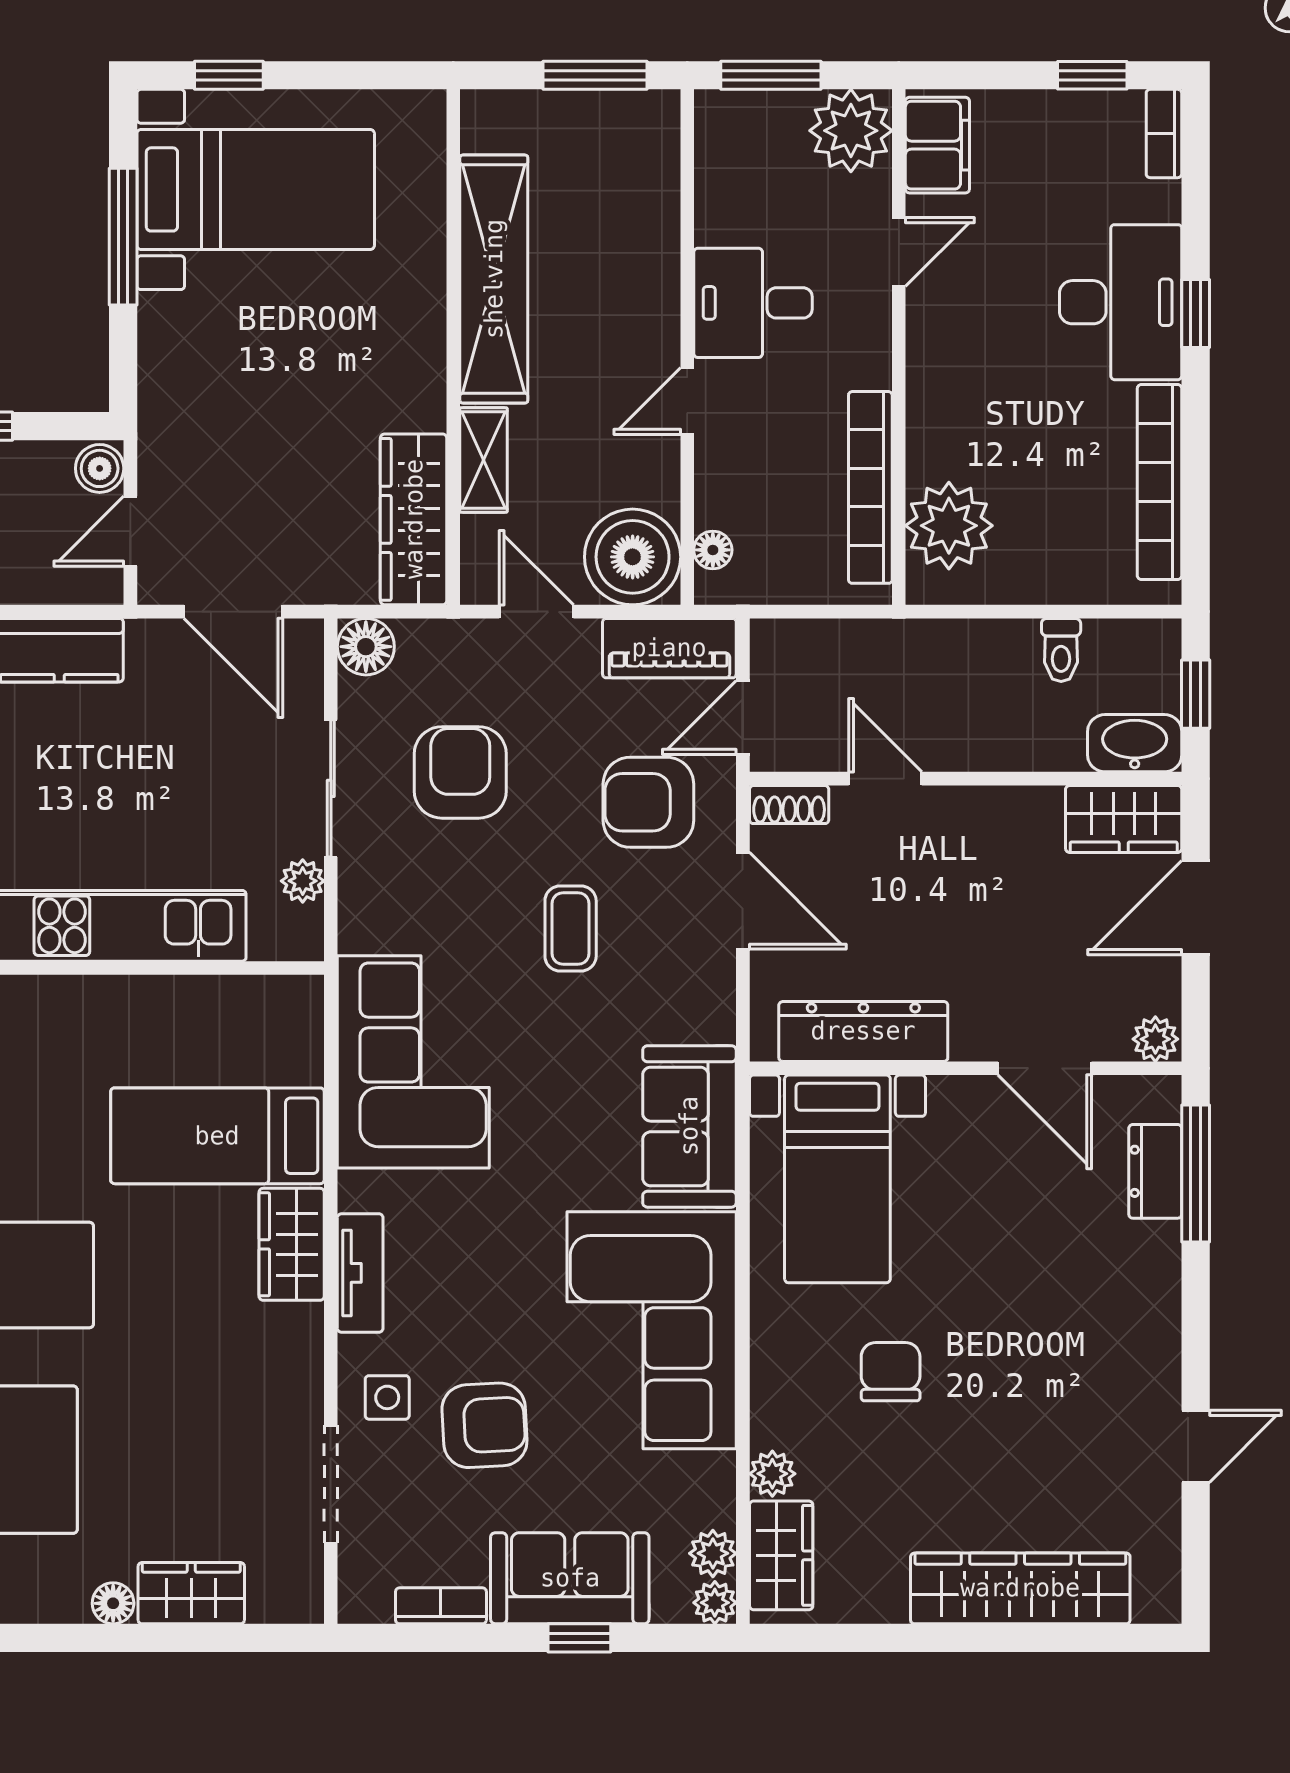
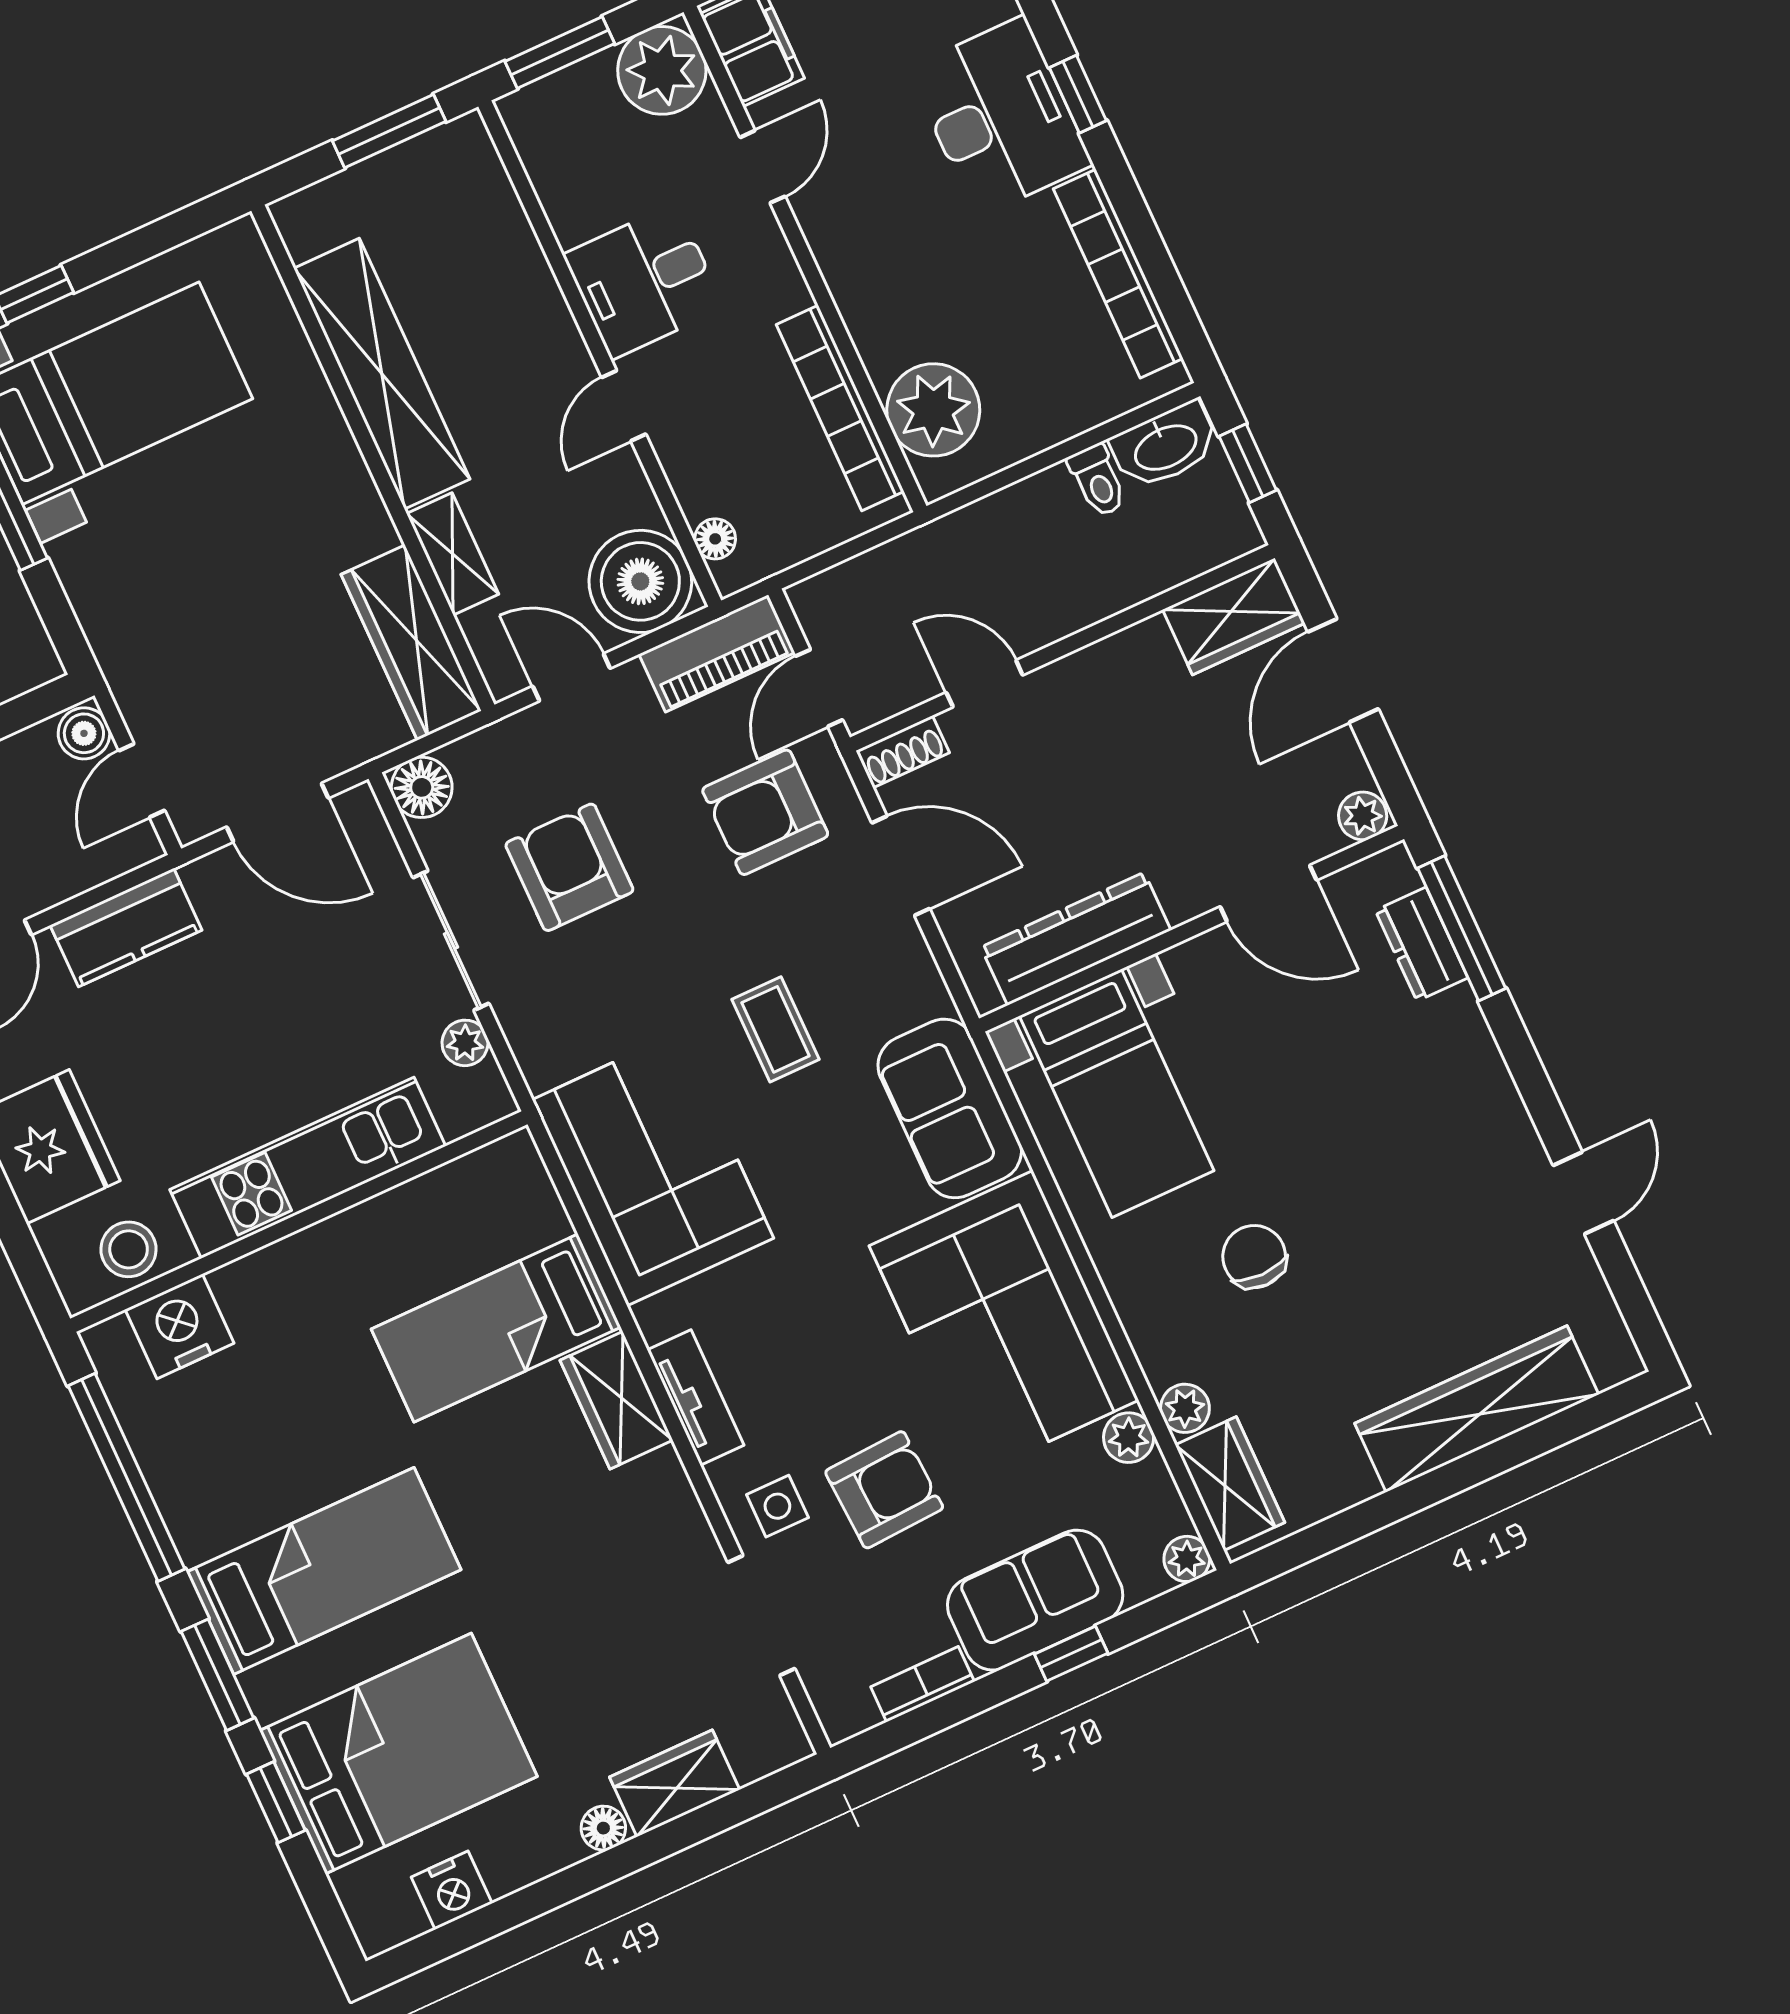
washbasin: (1135, 743) -> (1165, 446), moved, turned 180
coffee table: (571, 928) -> (776, 1029), moved
plant: (713, 1553) -> (1129, 1438), moved

